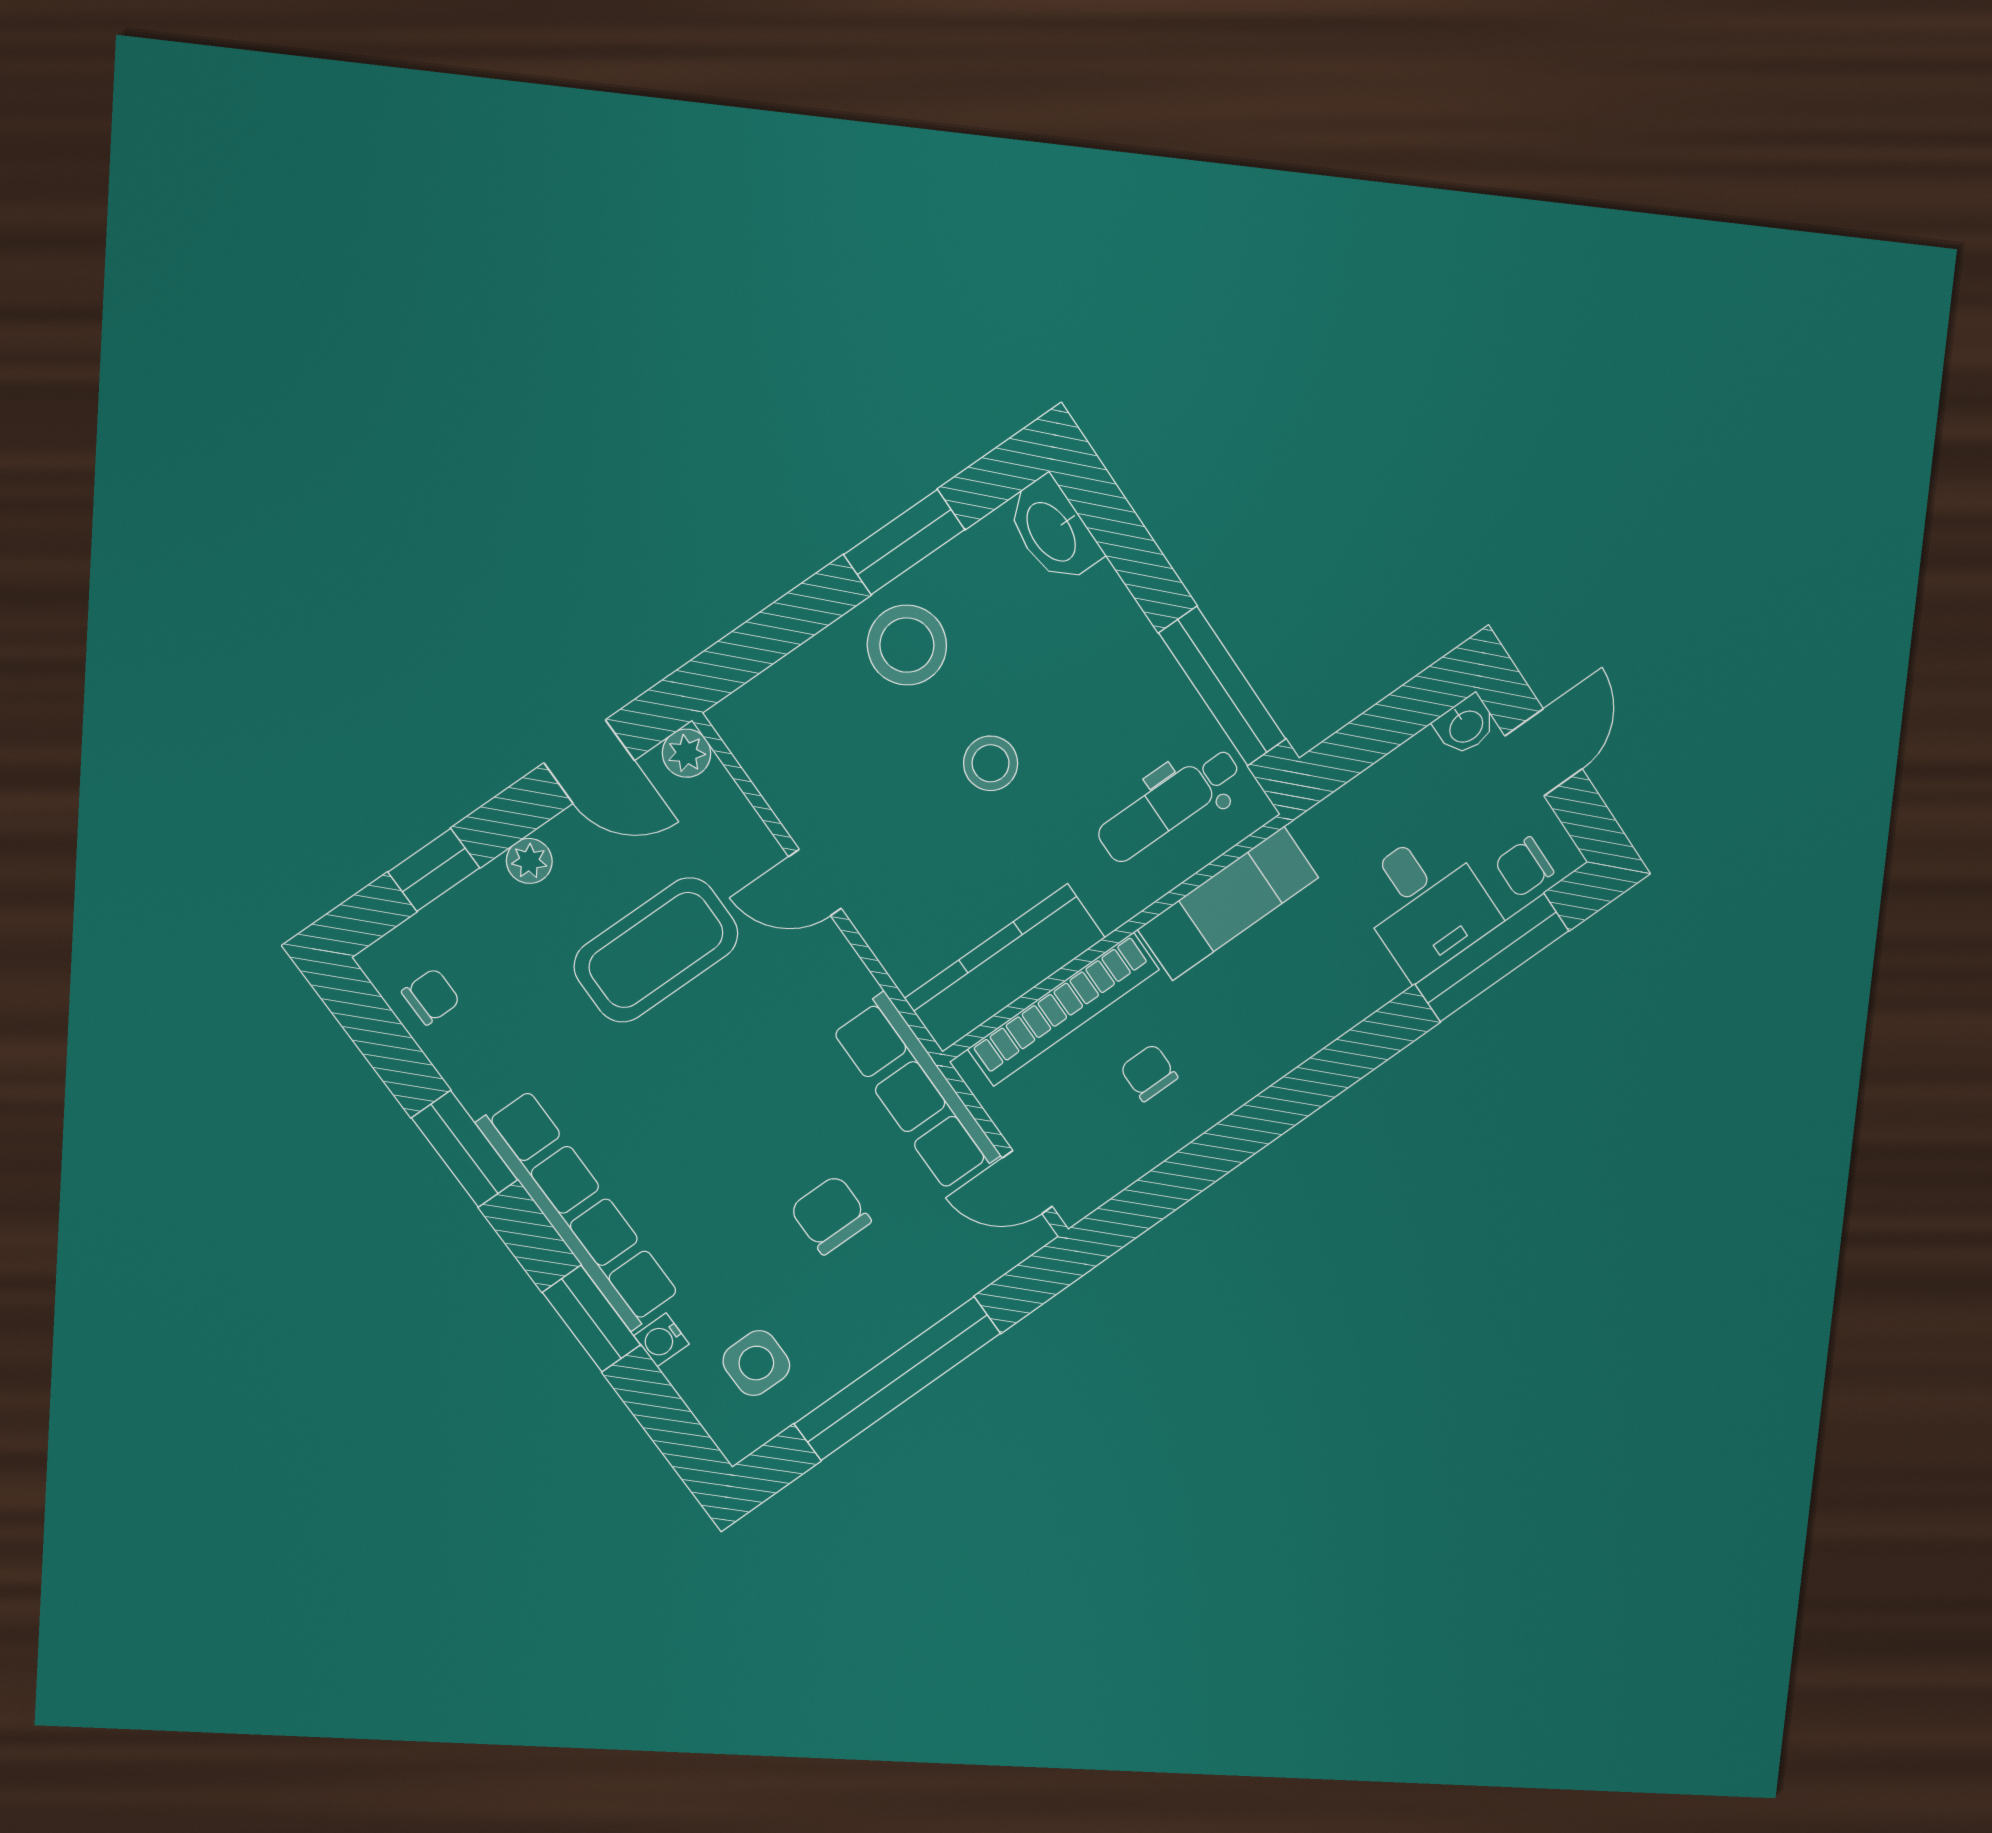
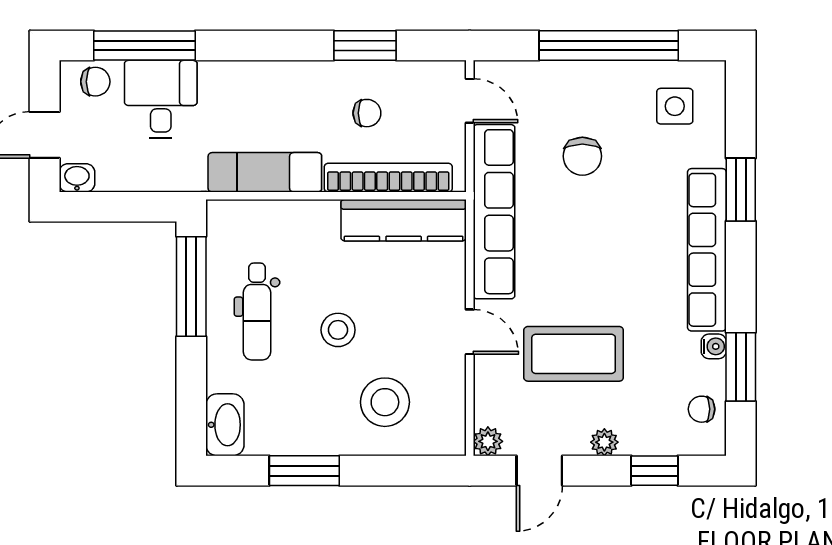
stool: (907, 645) -> (385, 402), moved
door: (589, 762) -> (539, 471), swing flipped
dental chair: (1169, 804) -> (257, 311), moved, turned 90
chair: (1149, 1073) -> (367, 113), turned -90
row of seats: (916, 1092) -> (494, 212), width x1.36
window: (465, 1149) -> (741, 367), moved
window: (1211, 1157) -> (365, 46), added
water cooler: (662, 1340) -> (714, 346), moved

